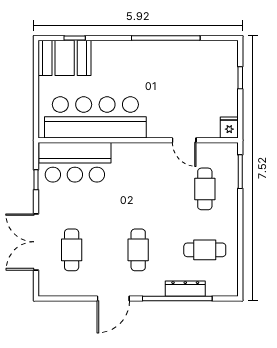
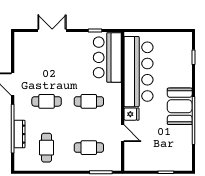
booth: (65, 58) -> (180, 106), moved
fridge: (229, 127) -> (131, 114), moved
door: (184, 140) -> (123, 133), swing flipped
double door: (36, 242) -> (52, 31), width x0.73
cafe table: (72, 250) -> (89, 101), moved

